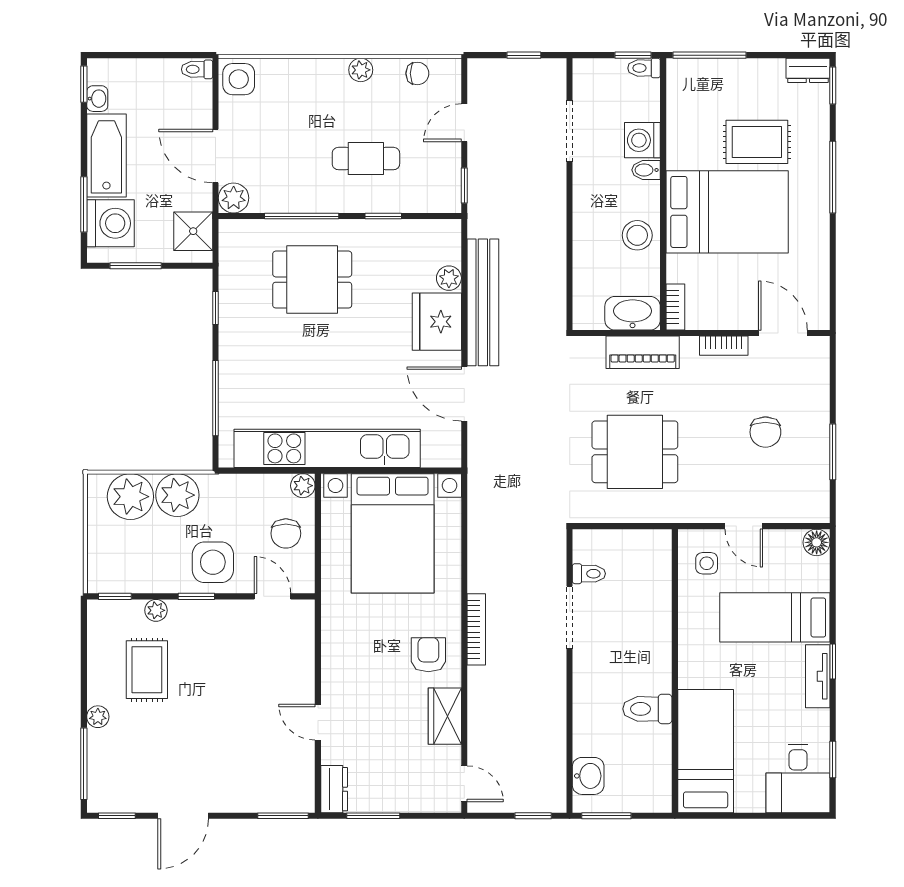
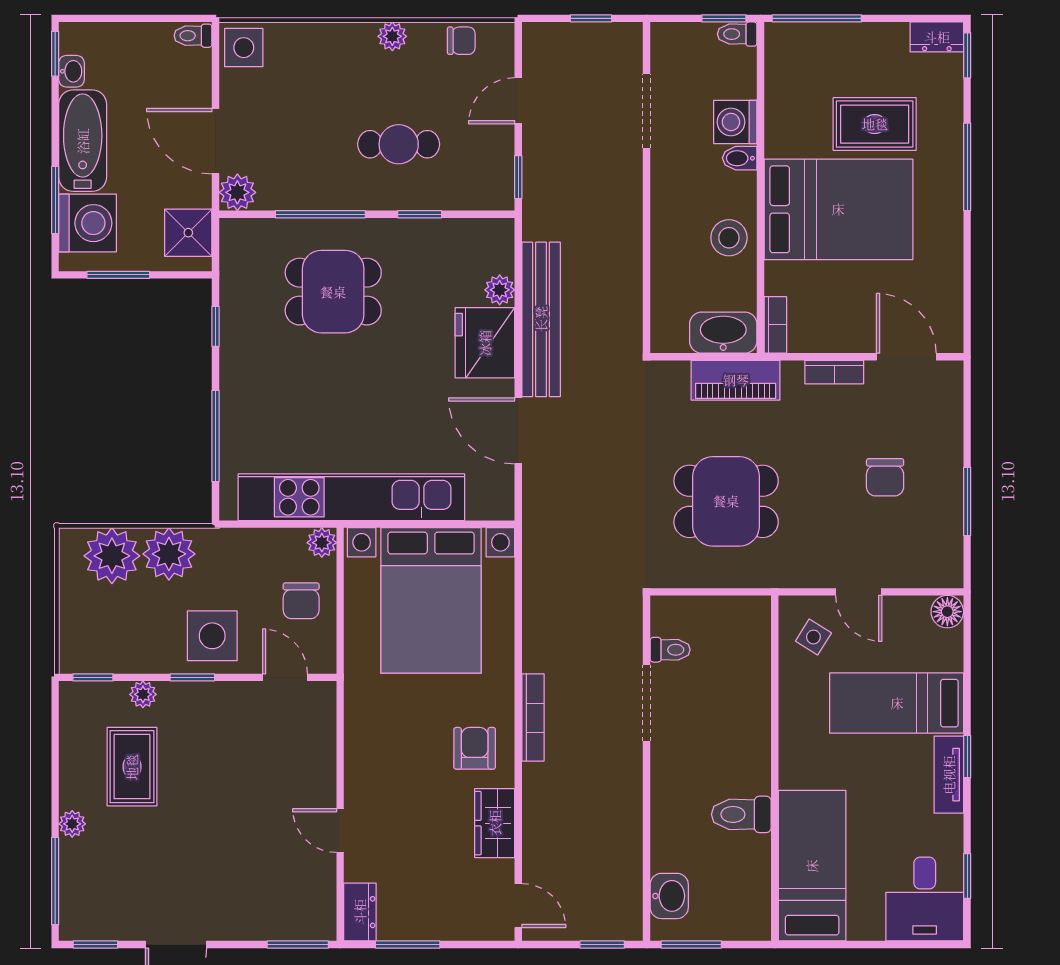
side table: (707, 563) -> (813, 637), turned 32

